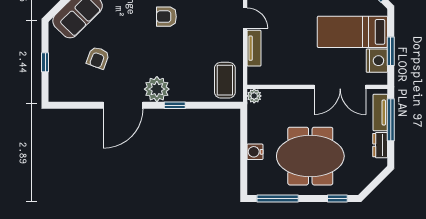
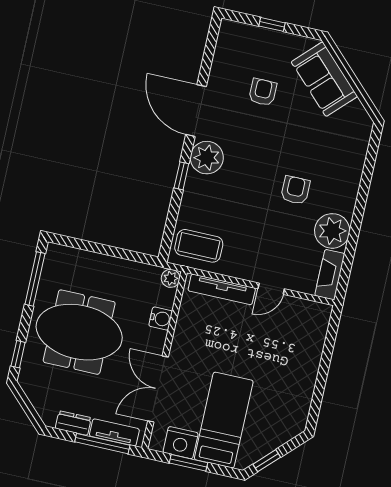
tv unit: (254, 48) -> (222, 289), width x1.41
armchair: (98, 58) -> (263, 92), turned 70
water cooler: (255, 152) -> (161, 319), moved, turned 90
meeting table: (310, 156) -> (79, 332), turned 90

